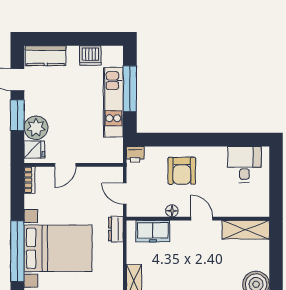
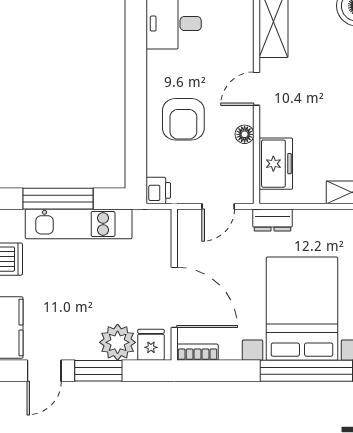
door: (65, 165) -> (174, 297), width x1.88
armchair: (182, 171) -> (183, 119), turned 90

